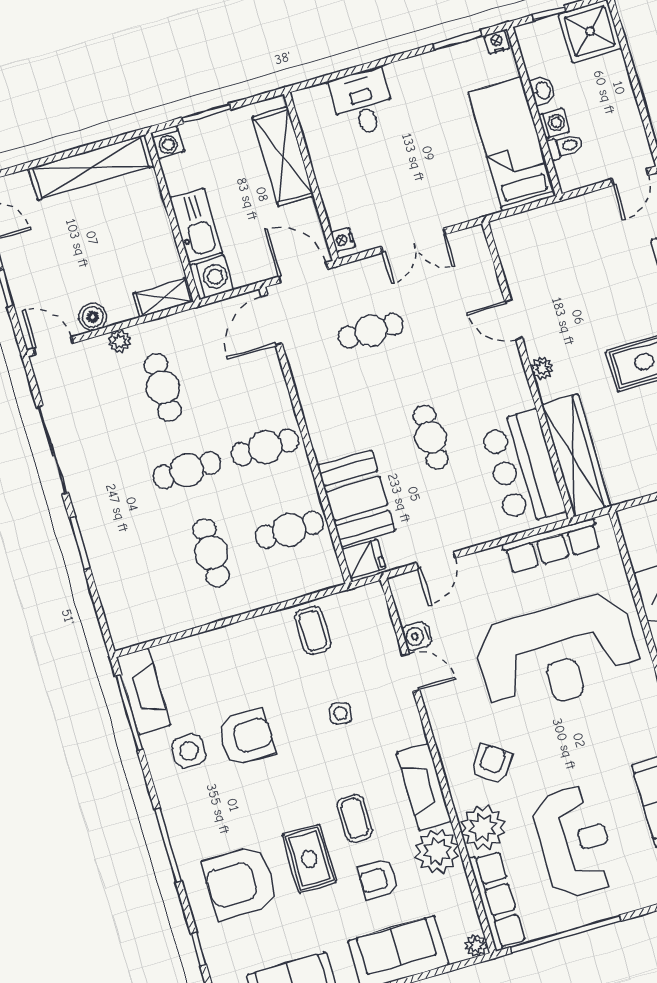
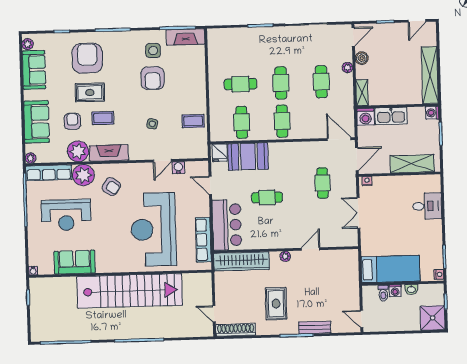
cafe table: (163, 387) -> (321, 82), turned 90
bar counter: (523, 468) -> (227, 225), moved, turned 90

